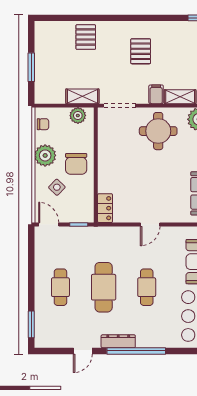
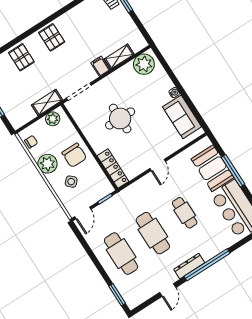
pallet: (141, 51) -> (52, 37), moved
round table: (158, 131) -> (120, 118), moved
locker: (105, 208) -> (113, 169), width x1.53
door: (49, 225) -> (83, 213), swing flipped
cafe table: (60, 287) -> (121, 254), width x1.37, depth x1.35

